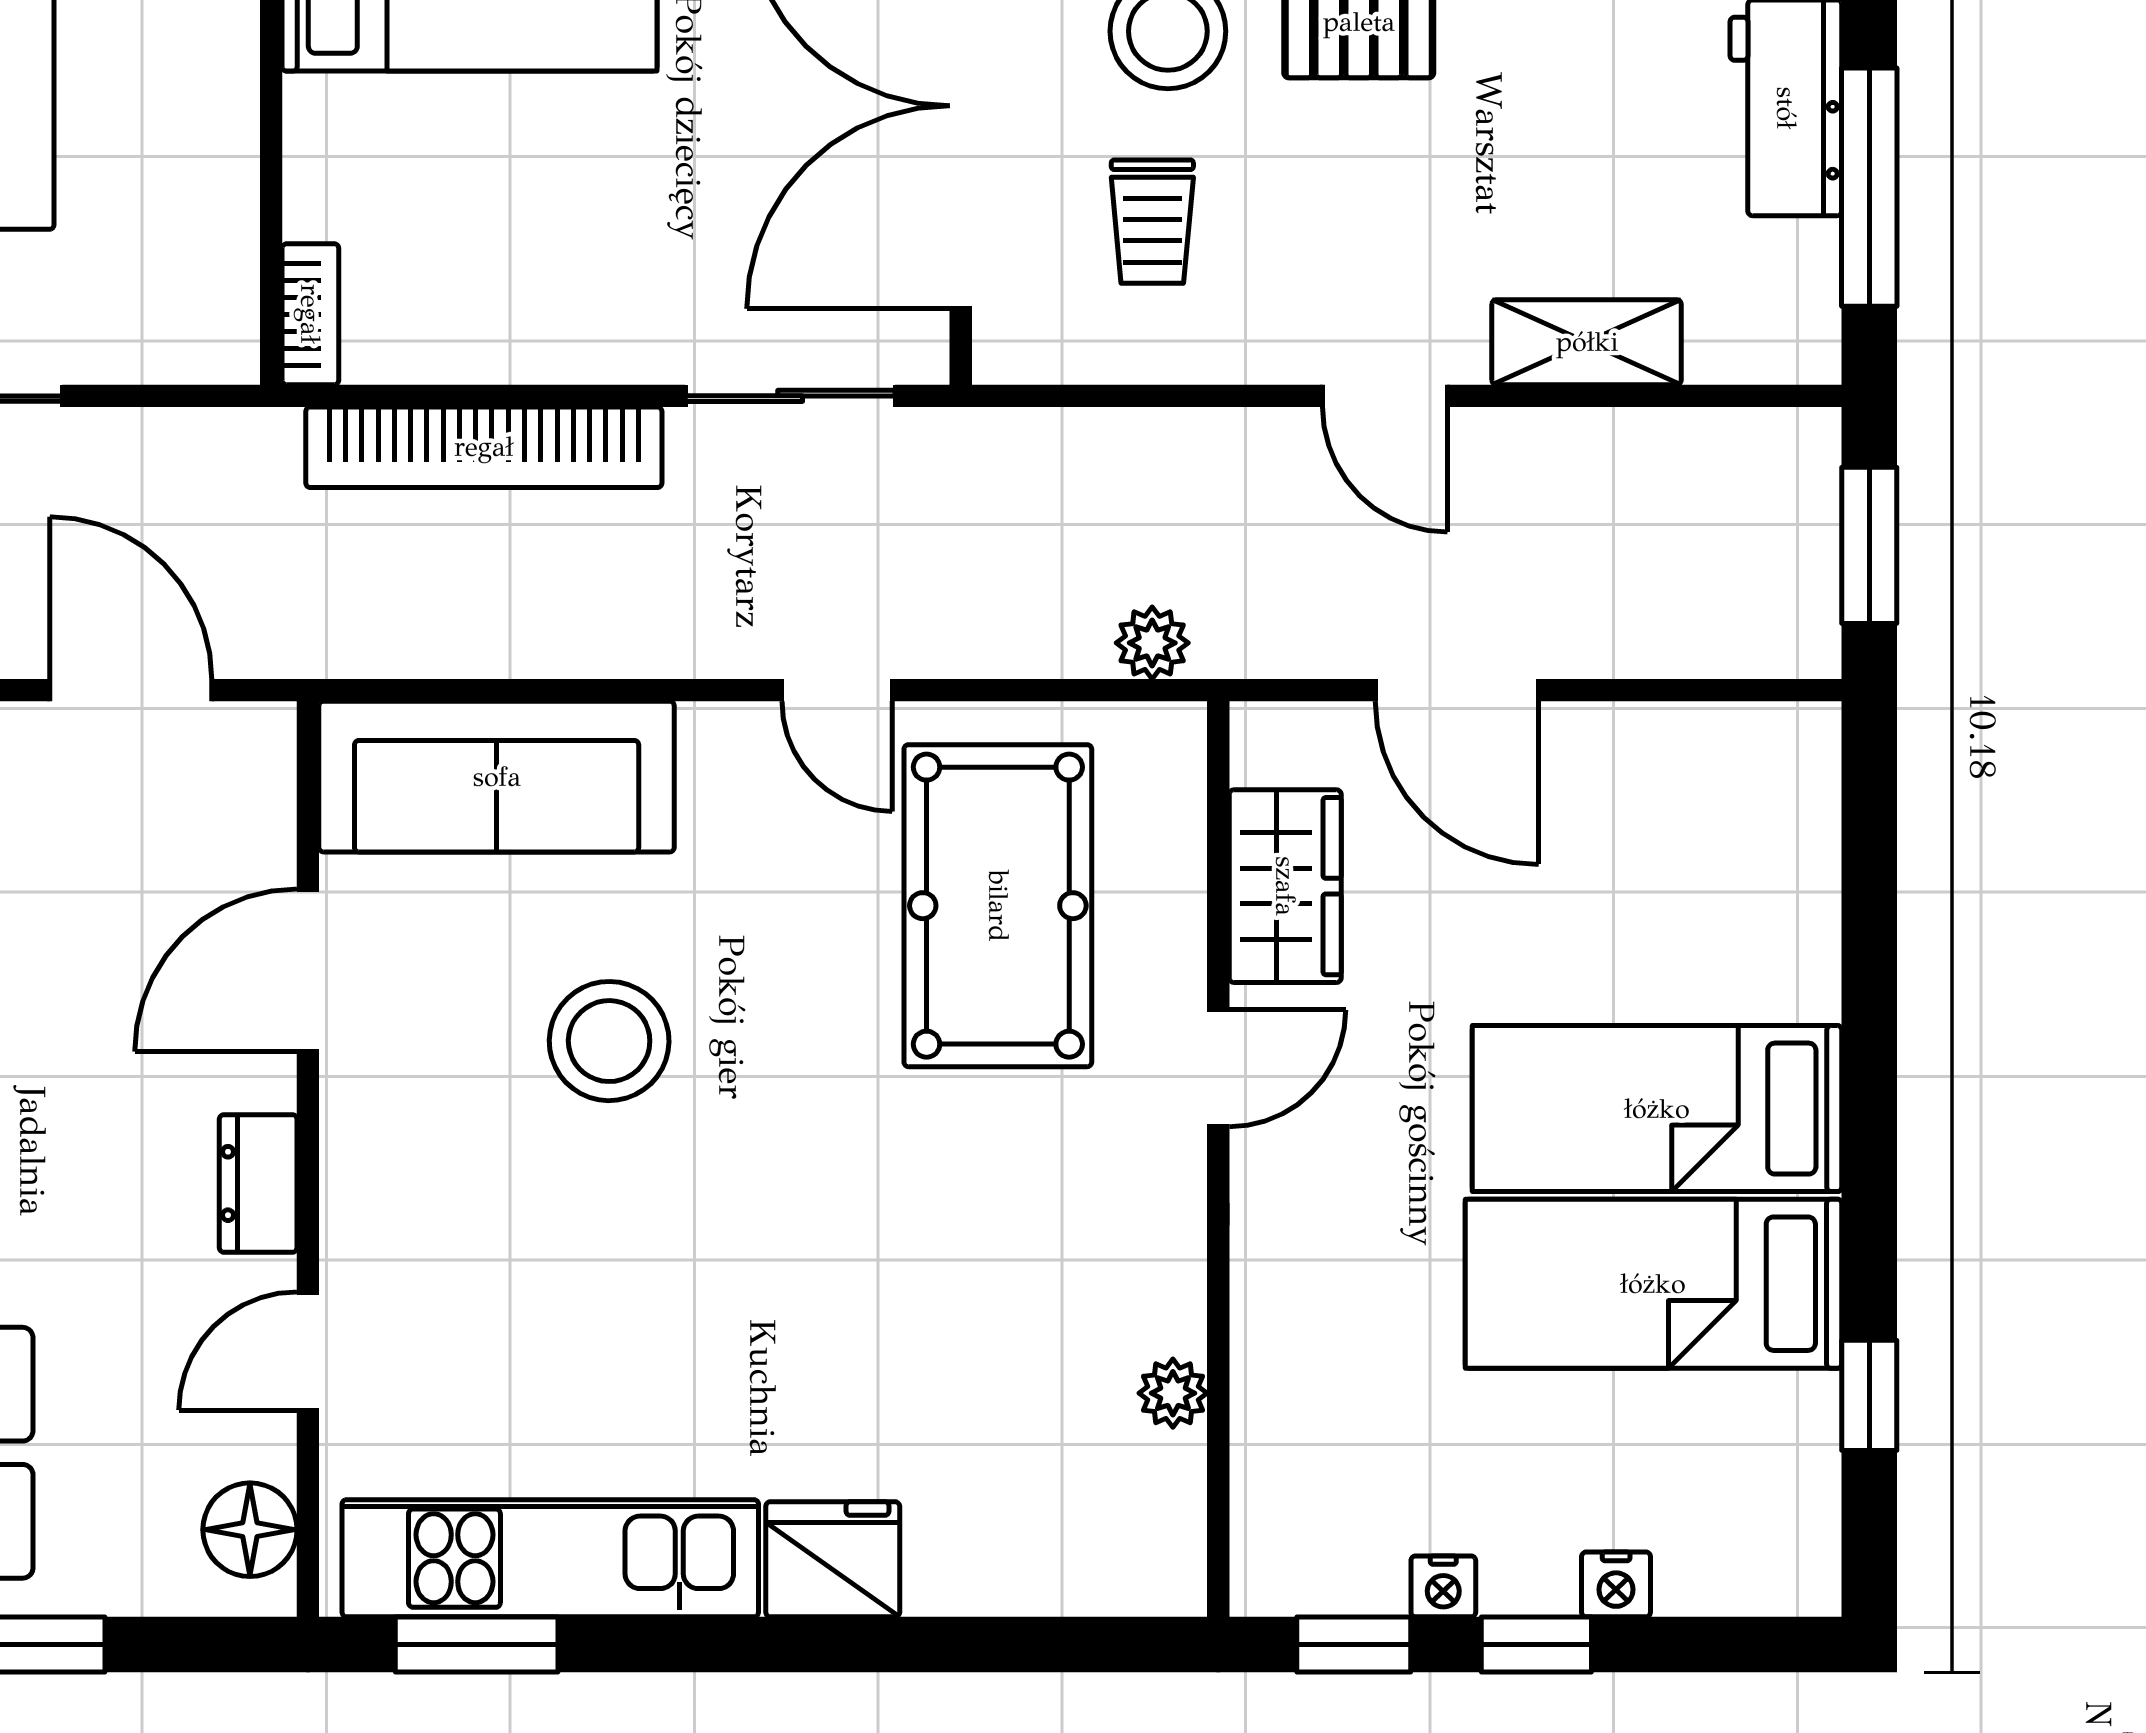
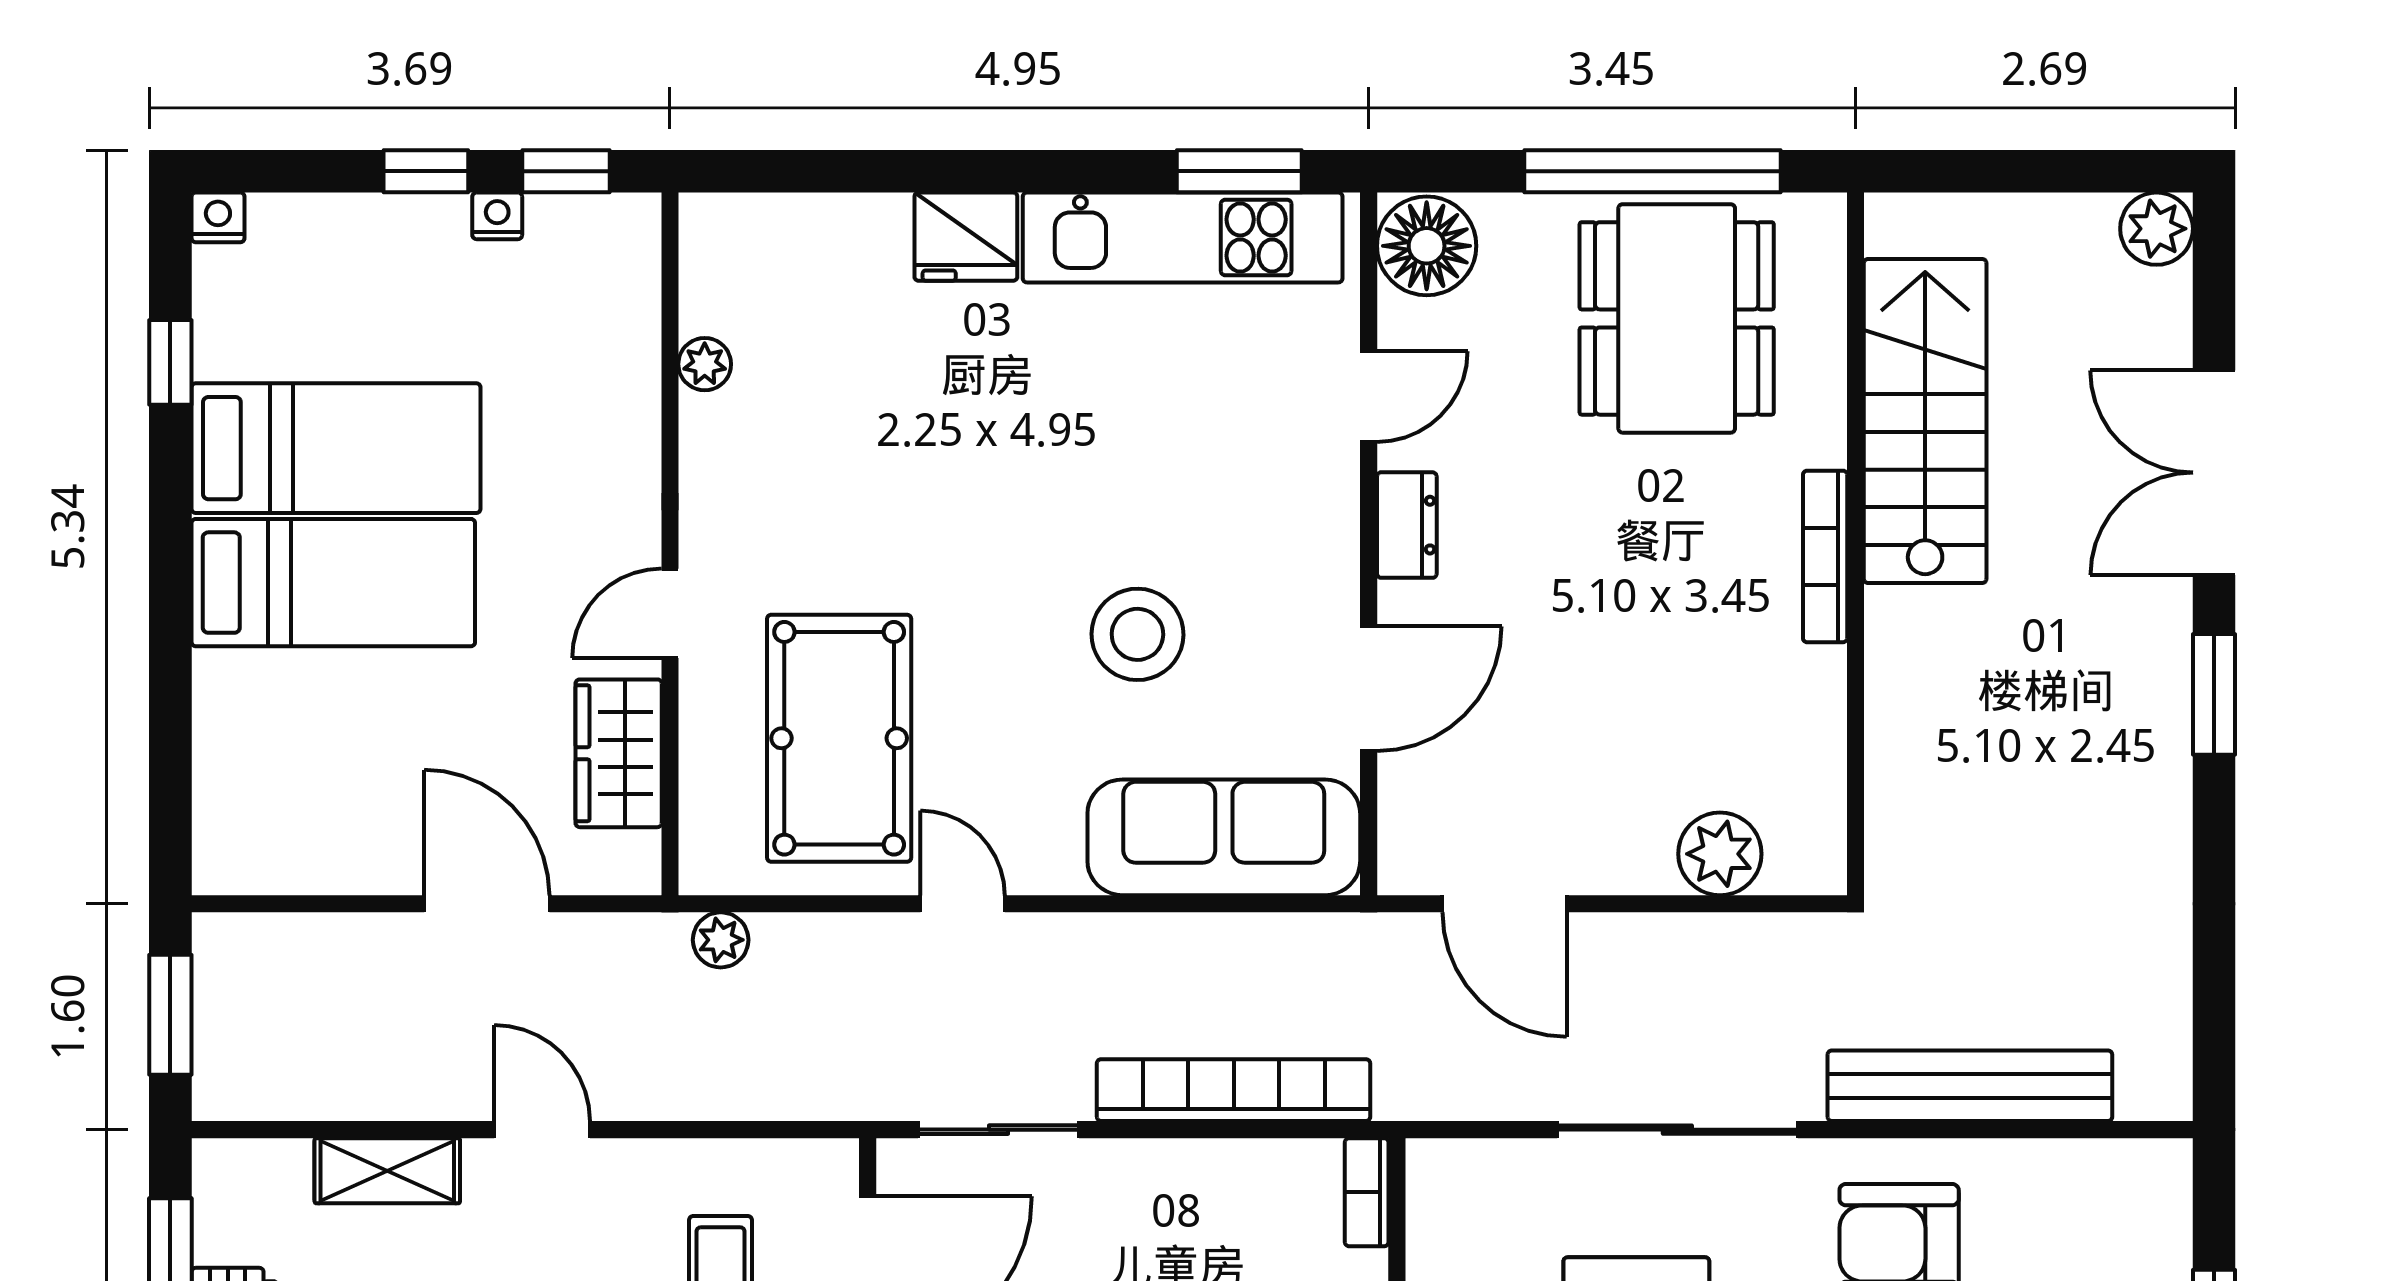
floor lamp: (250, 1530) -> (1427, 246), width x1.38, depth x1.38
nightstand: (1616, 1584) -> (218, 217), moved

